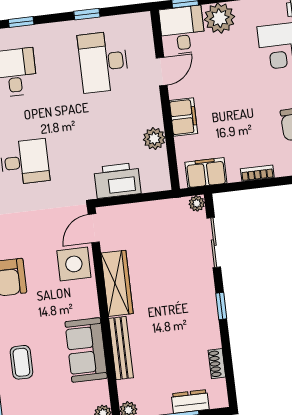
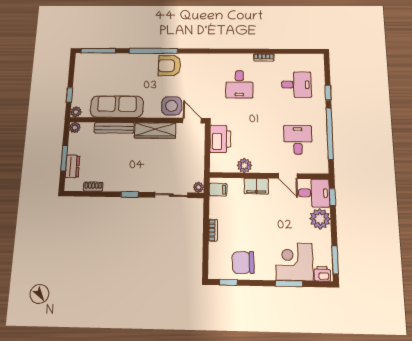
window: (87, 14) -> (330, 133), width x3.17
desk: (103, 62) -> (298, 140), width x0.73
filing cabinet: (206, 173) -> (218, 190), width x0.50
sofa: (86, 350) -> (117, 107), width x1.36
coffee table: (21, 362) -> (116, 68), removed

